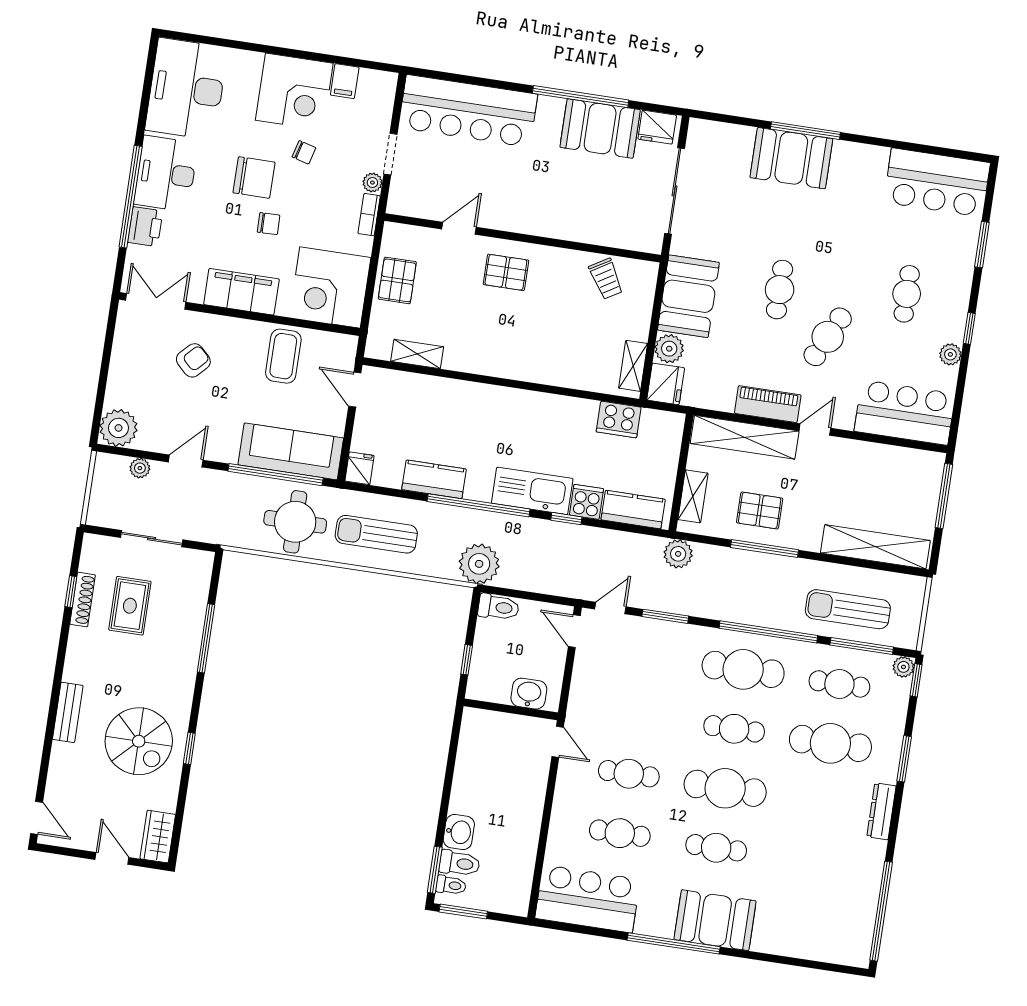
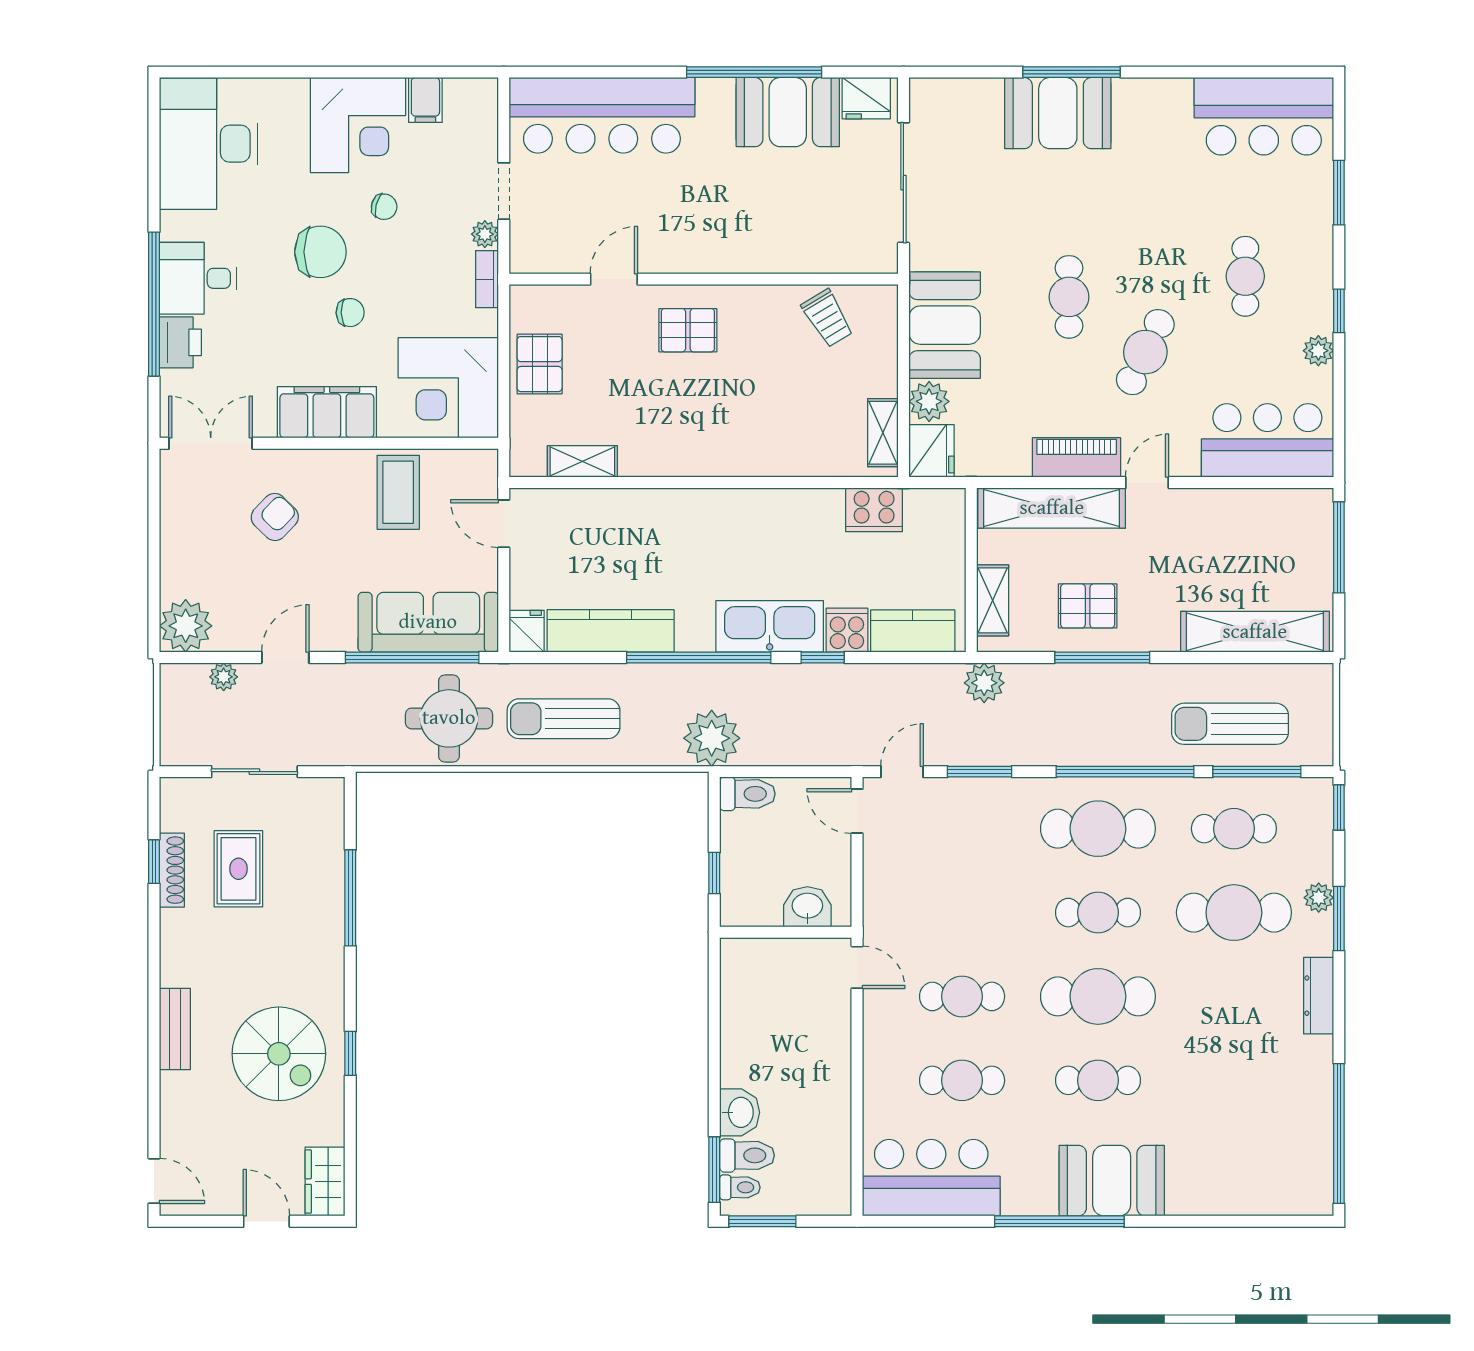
desk: (166, 174) -> (198, 278), width x0.73
kitchen counter: (434, 479) -> (611, 631), width x1.50
plant: (903, 667) -> (1319, 898), moved

